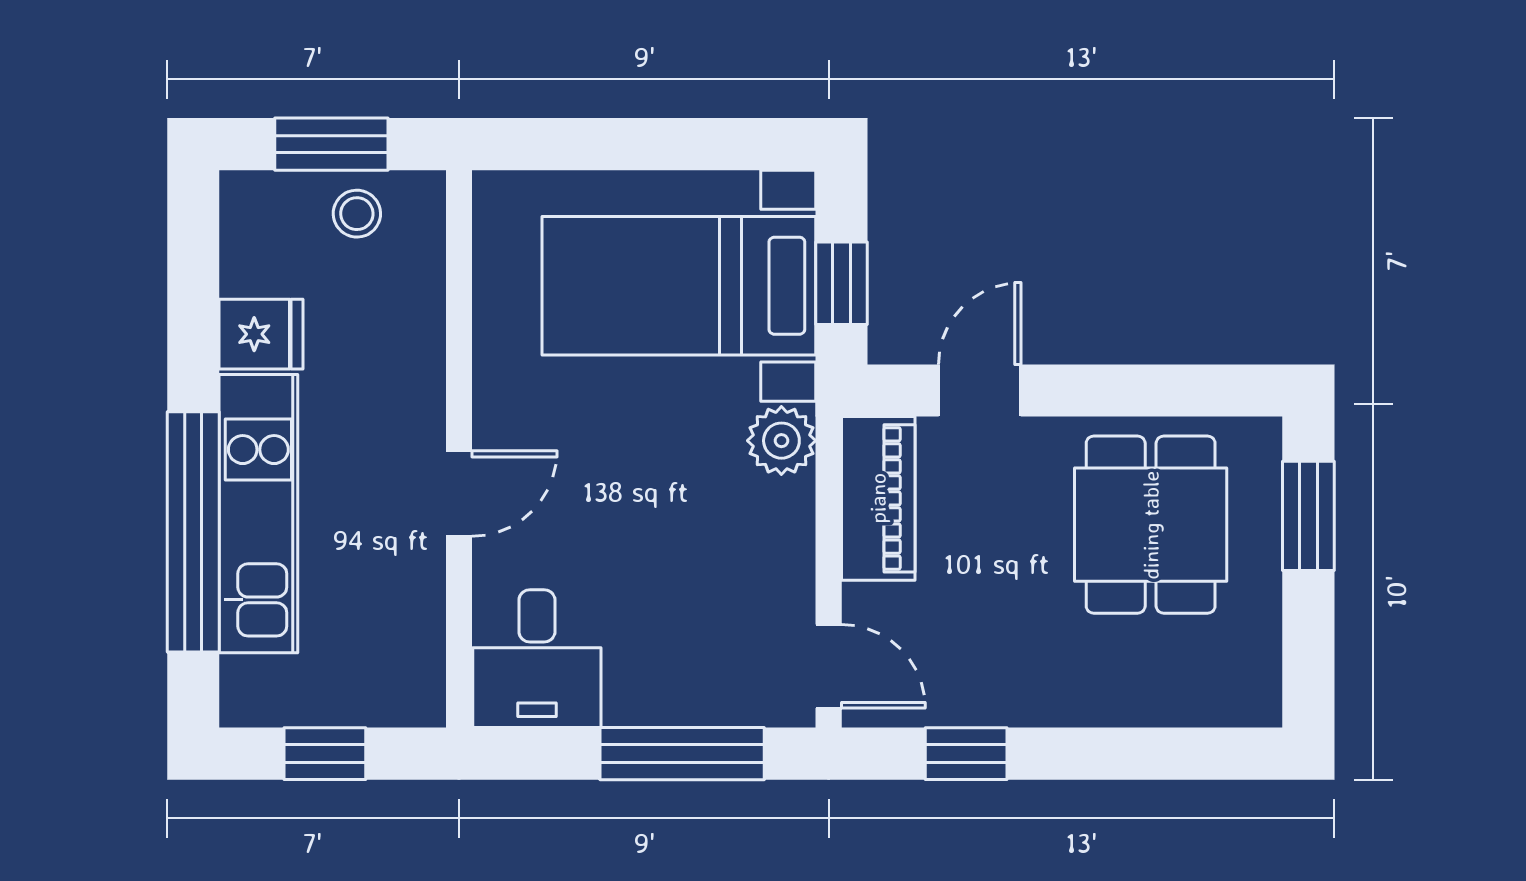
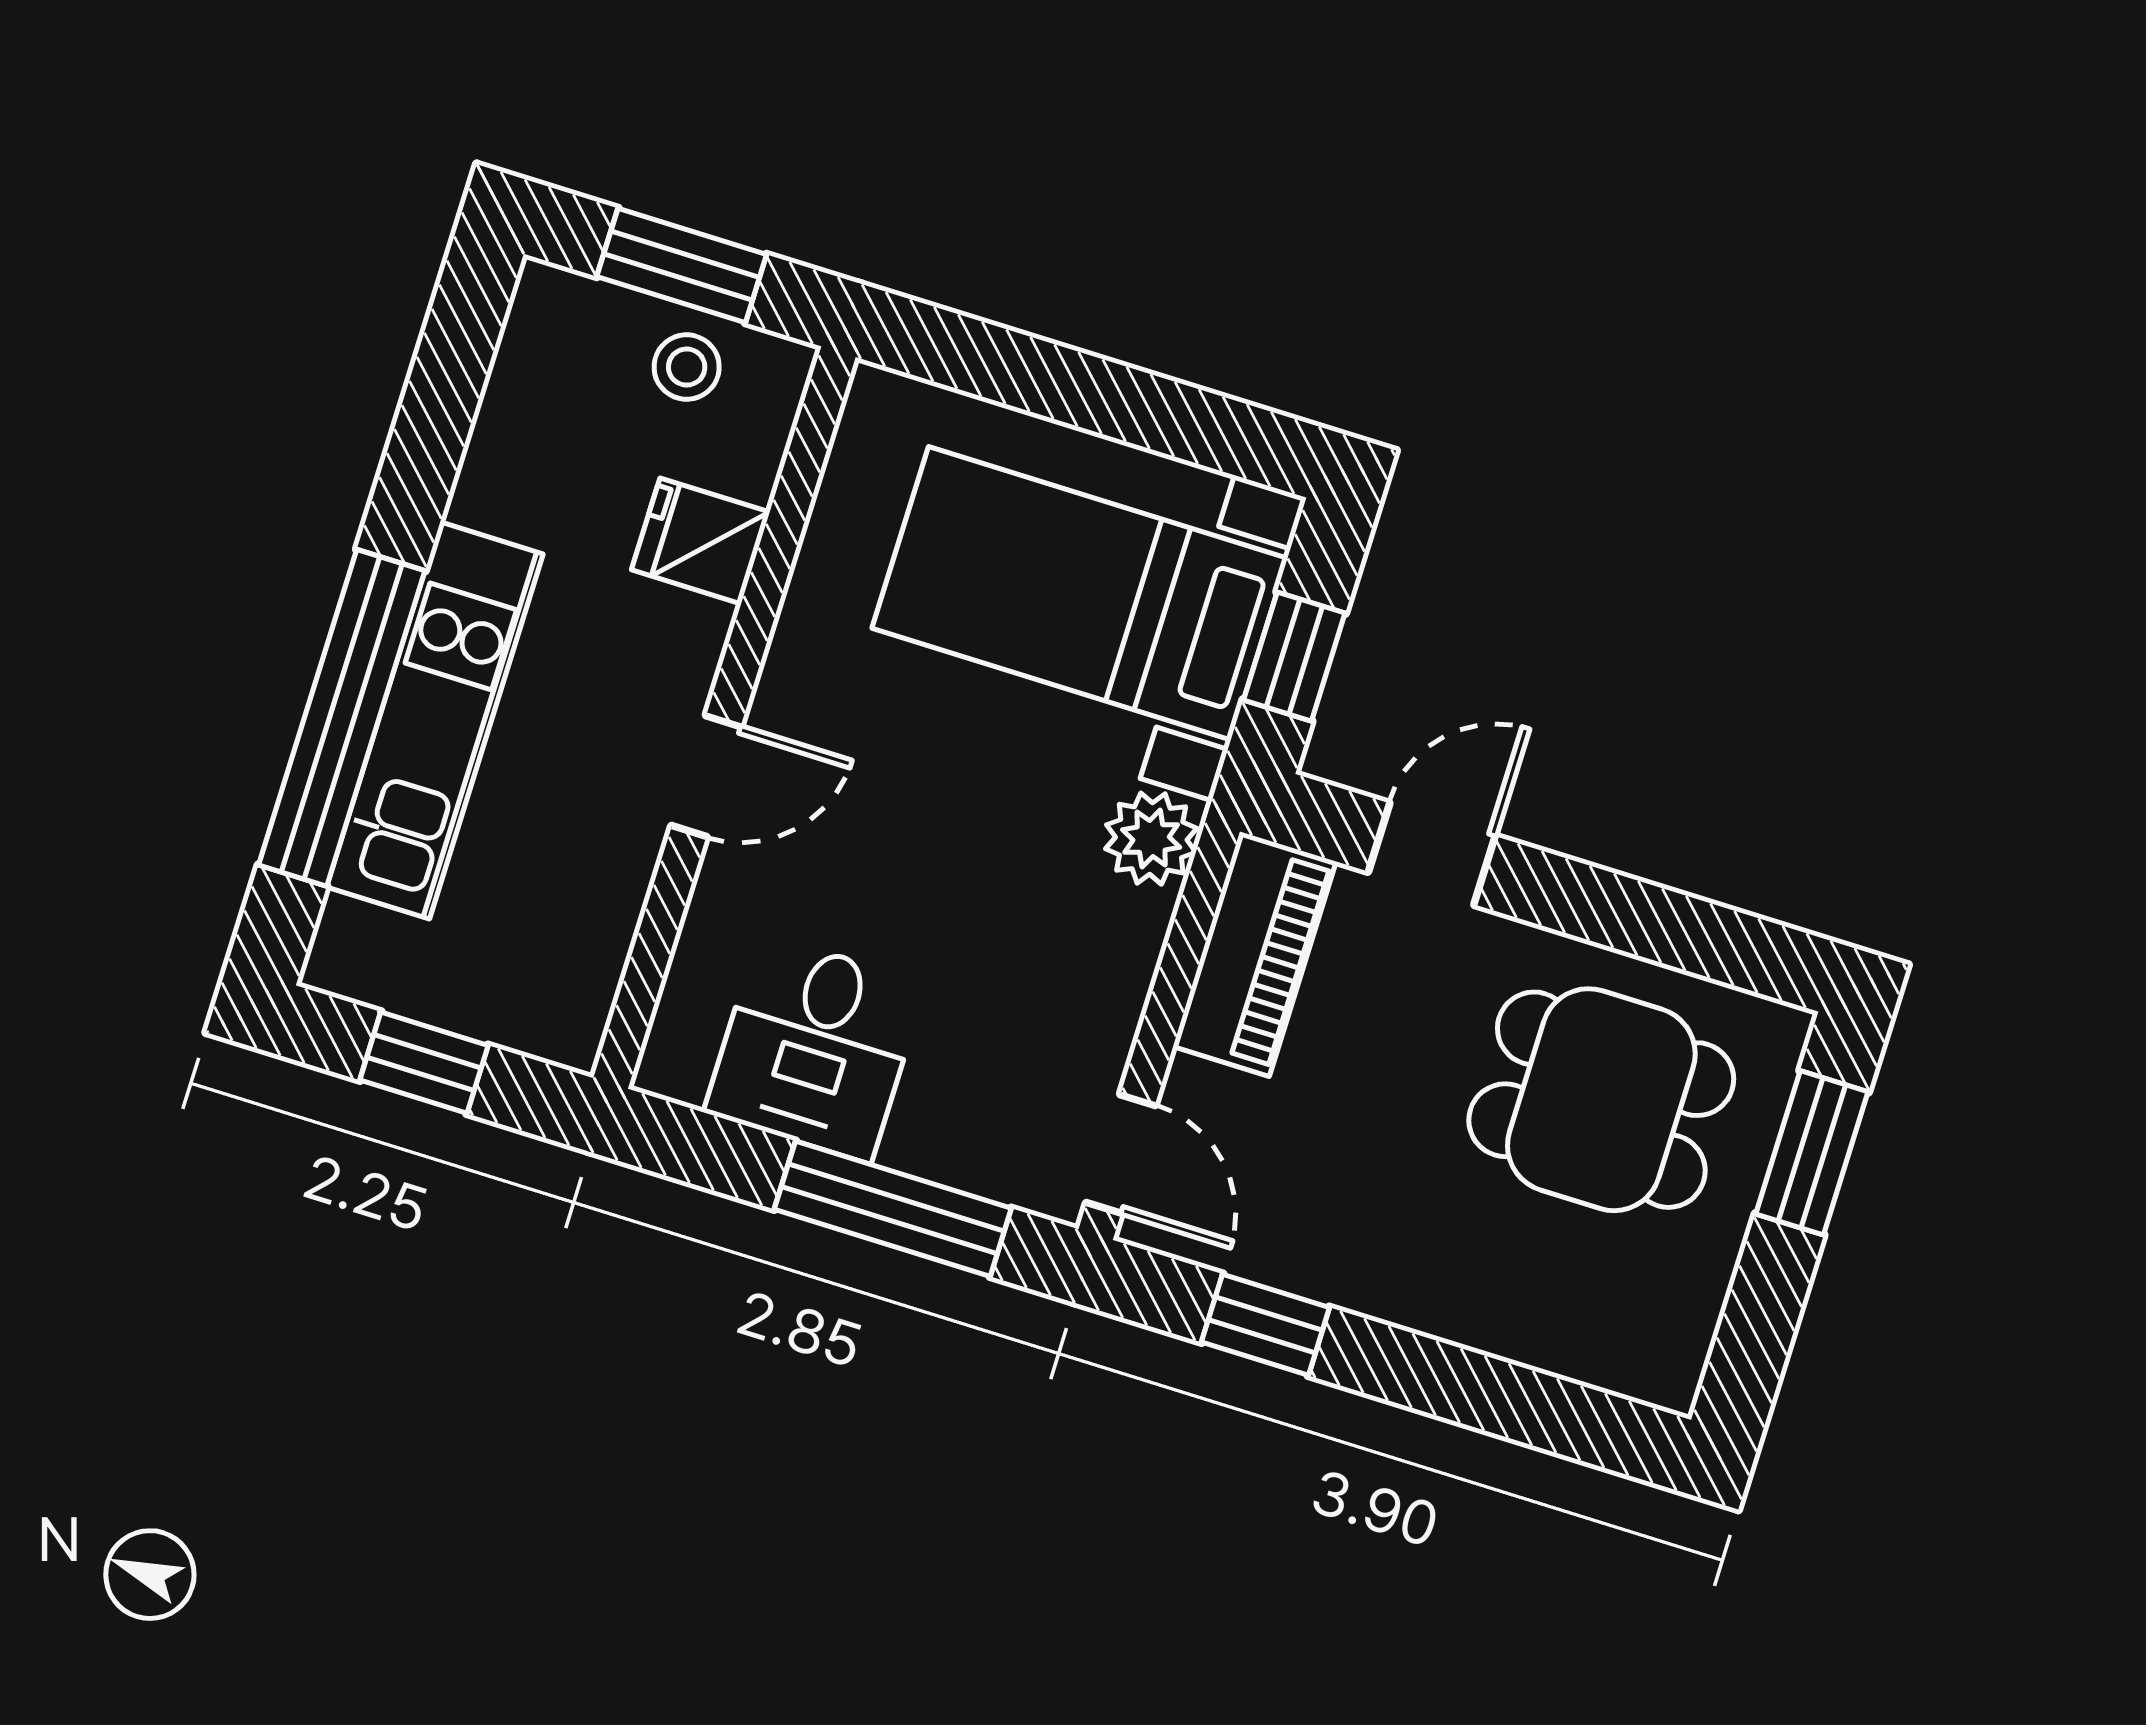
fridge: (261, 334) -> (701, 541), moved, turned 180
dining table: (1151, 525) -> (1601, 1100), turned 90
desk: (537, 659) -> (815, 1048), moved

